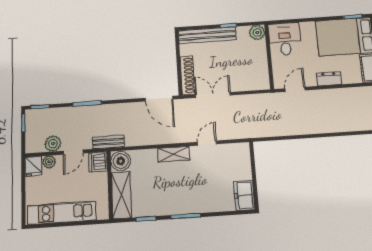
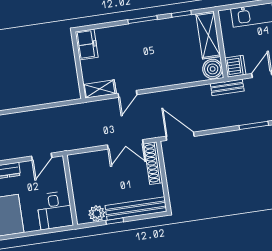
plant: (257, 32) -> (97, 214), moved
shelving: (174, 154) -> (100, 89), moved

